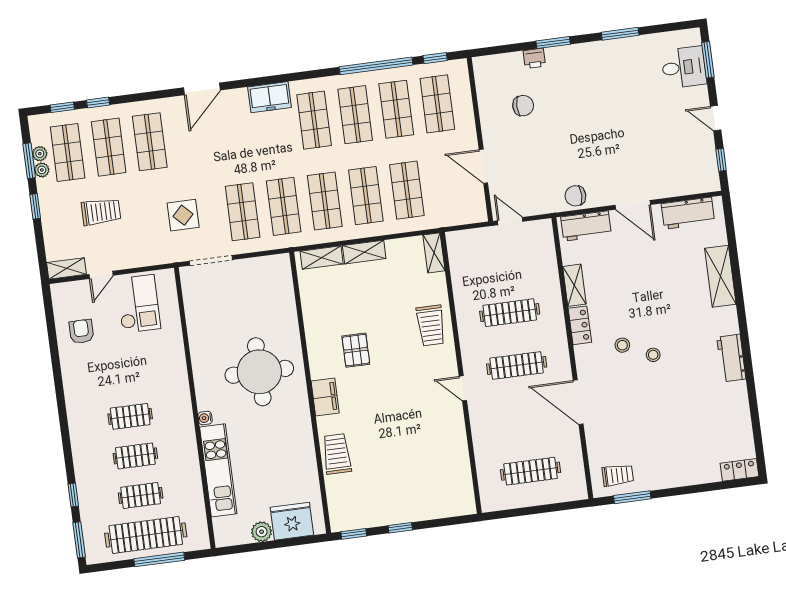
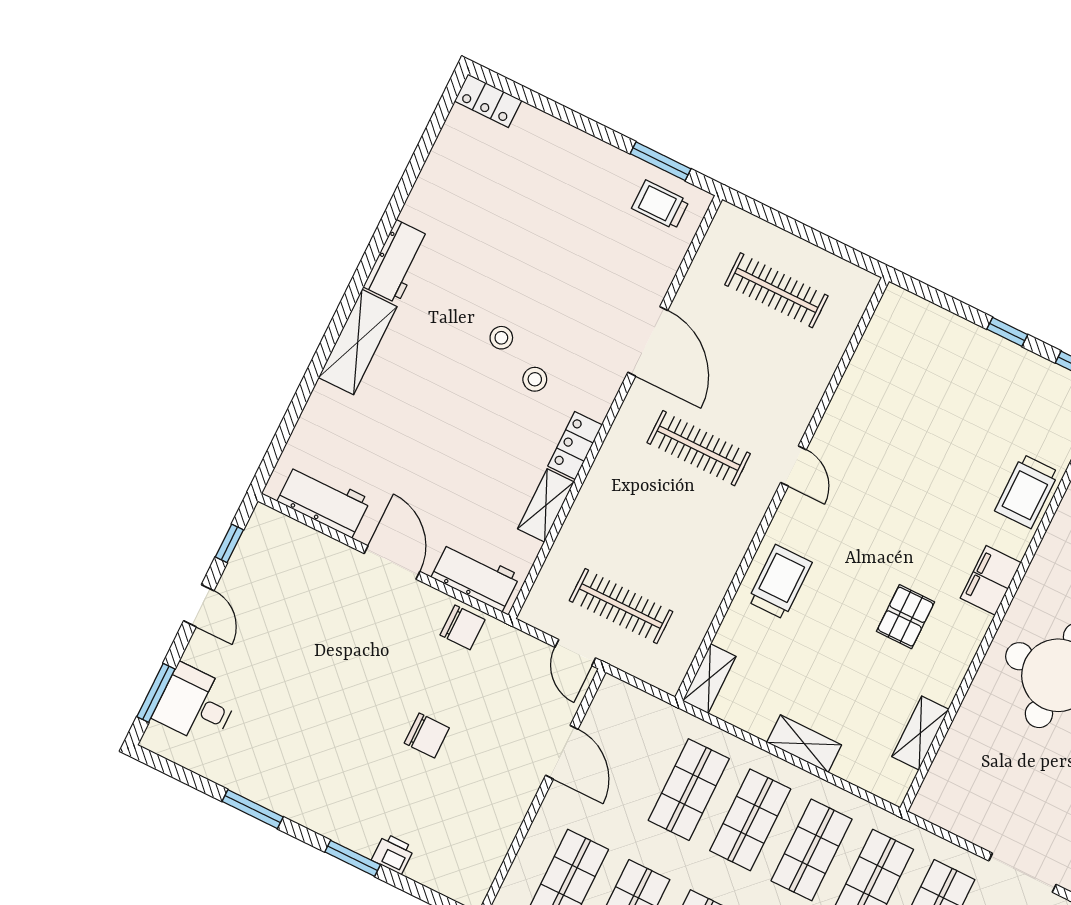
chair: (523, 106) -> (427, 736), moved, turned 180
shelving: (322, 258) -> (920, 733), moved, turned 90
shelving: (720, 276) -> (358, 342), moved
clothes rail: (510, 313) -> (621, 606), moved

